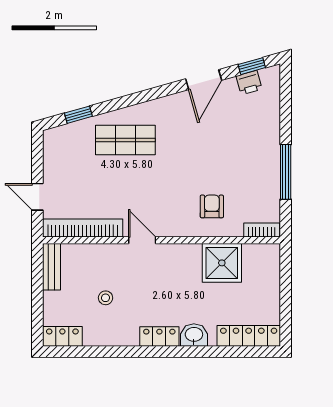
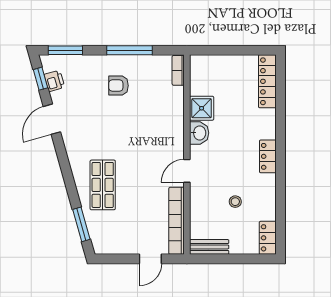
door: (204, 80) -> (52, 119), swing flipped
window: (286, 96) -> (65, 50), added
window: (78, 115) -> (81, 224), width x1.50
armchair: (212, 206) -> (119, 86), moved
shower: (222, 263) -> (202, 108), width x0.73, depth x0.73
washbasin: (194, 335) -> (199, 133), moved, turned 180

